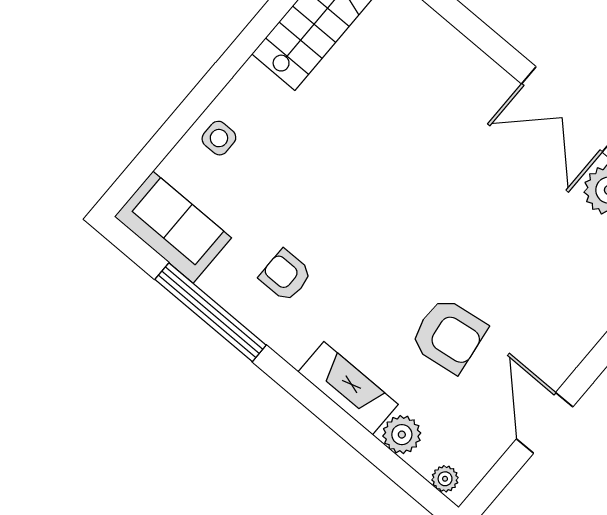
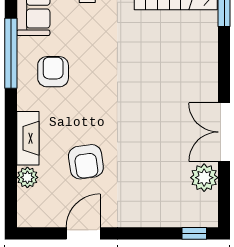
armchair: (285, 275) -> (53, 72), width x1.38, depth x1.38
plant: (445, 479) -> (24, 211), removed

